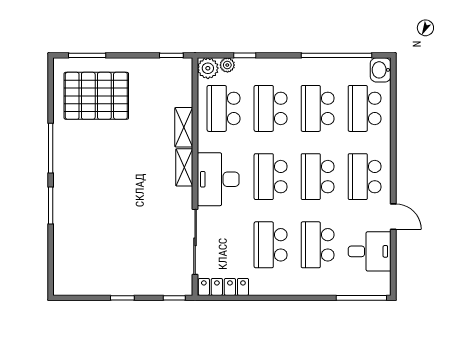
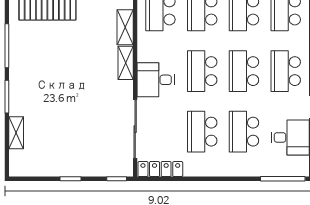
desk: (218, 179) -> (156, 80), width x0.73
shelving: (61, 246) -> (16, 133), added

